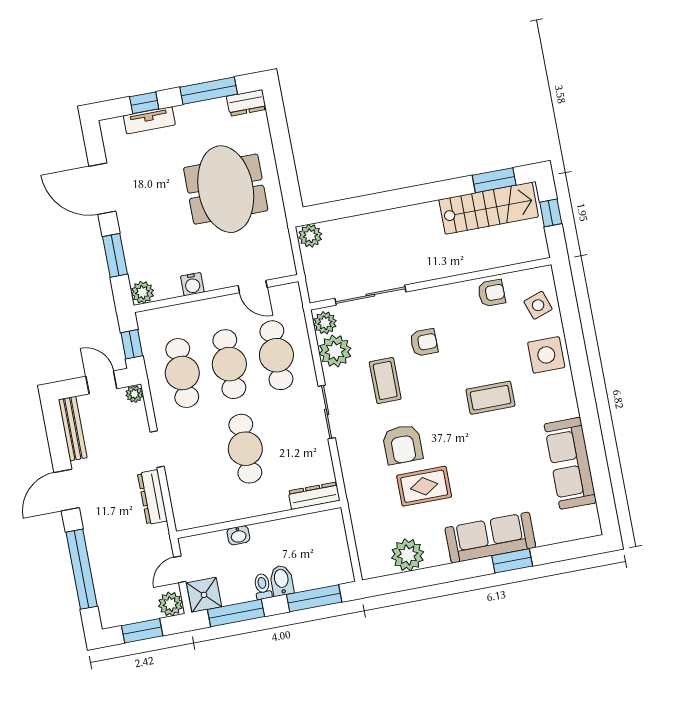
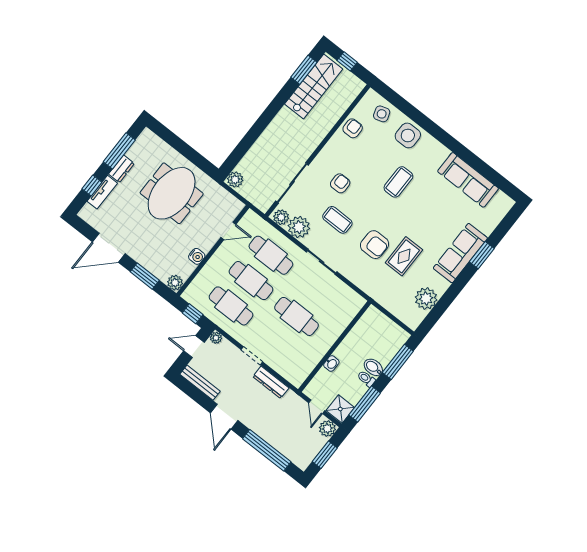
dresser: (246, 103) -> (121, 169), moved
meeting table: (226, 189) -> (172, 193), turned 90
dresser: (314, 496) -> (352, 310), removed

